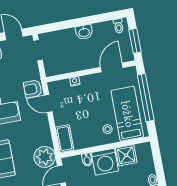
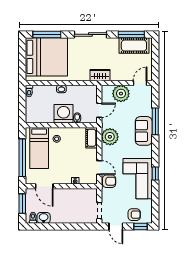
washbasin: (84, 32) -> (44, 218), moved
door: (112, 67) -> (44, 186), hinge flipped
shower: (126, 155) -> (46, 116), removed
plant: (45, 157) -> (110, 137), moved

